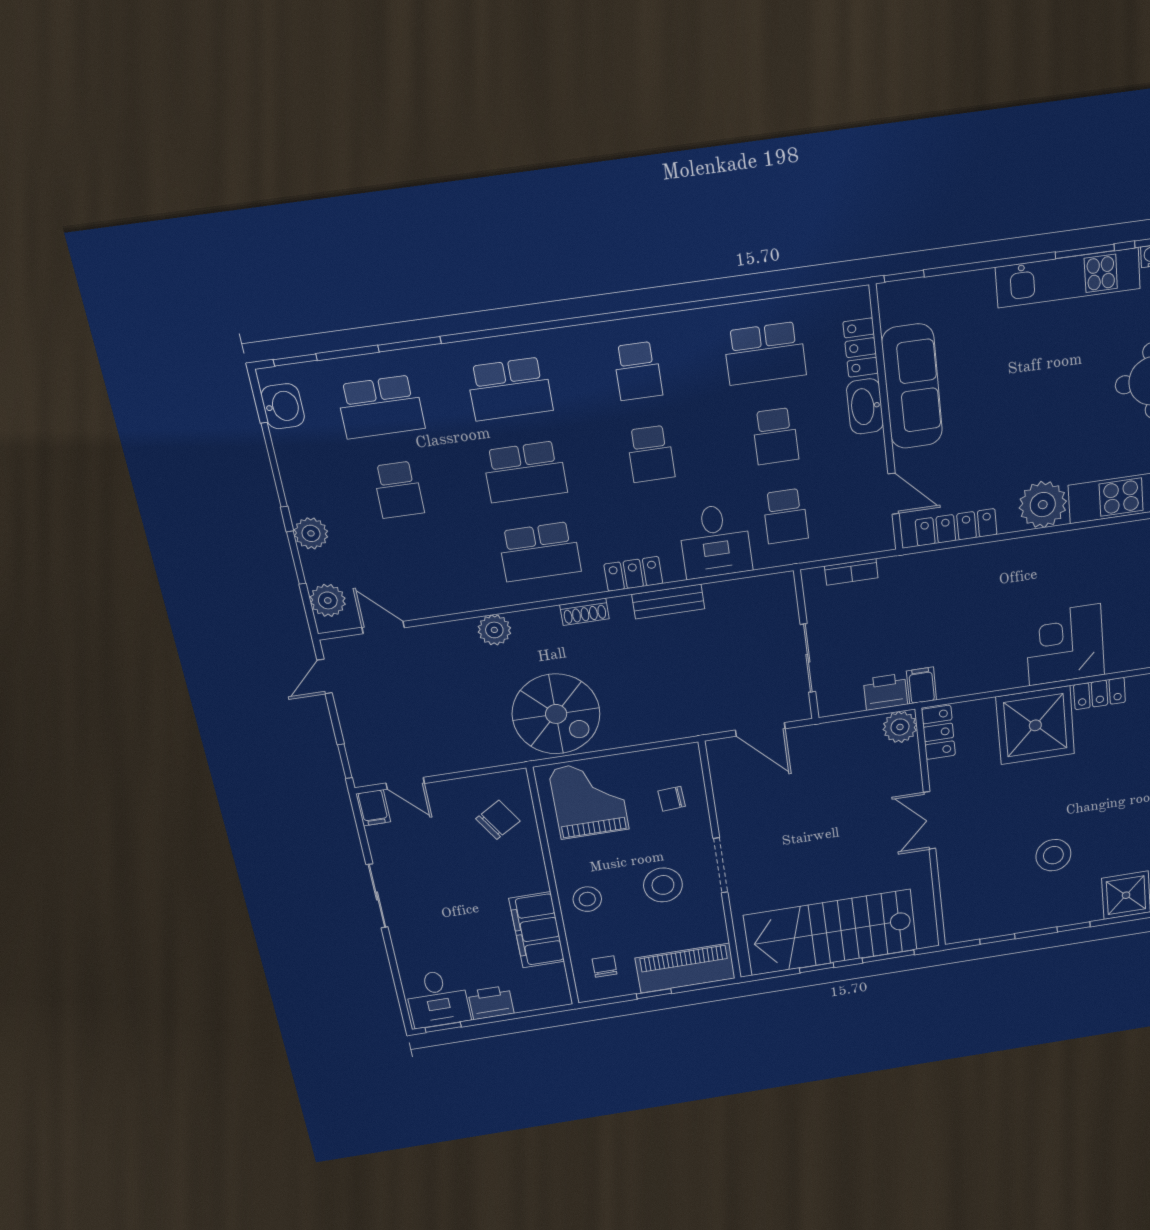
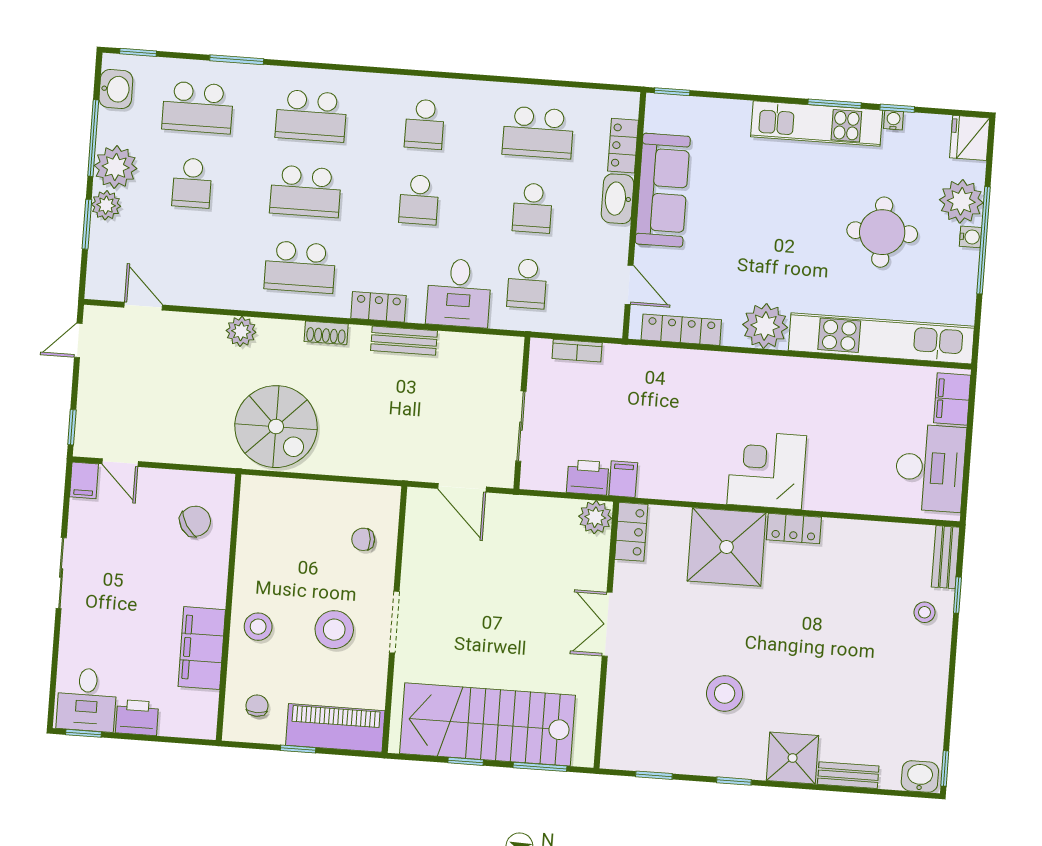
plant: (328, 600) -> (116, 167), moved, width x1.36, depth x1.36
grand piano: (589, 799) -> (285, 521), removed

